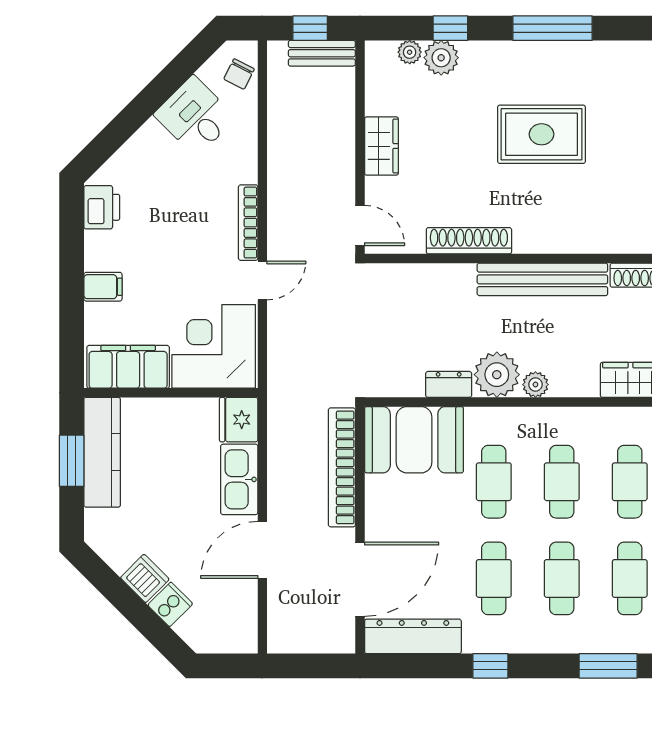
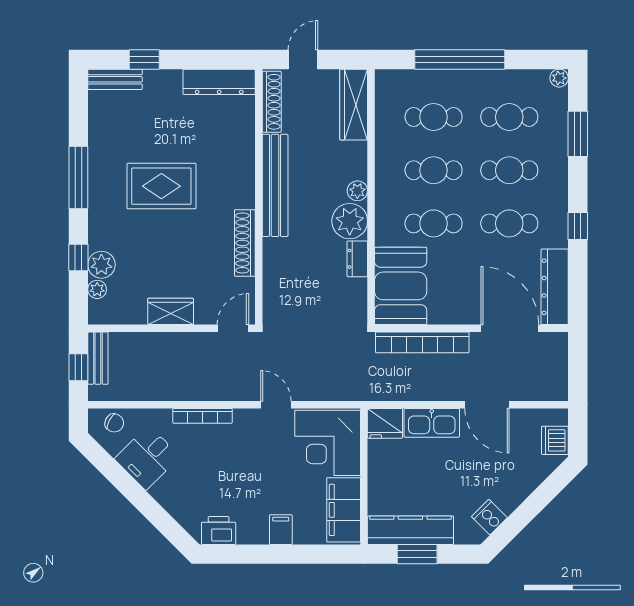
rug: (541, 134) -> (161, 186), turned 90
bookcase: (248, 223) -> (202, 416), moved
dishwasher: (145, 578) -> (555, 440), moved, turned -45
cooker: (170, 604) -> (489, 517), moved

